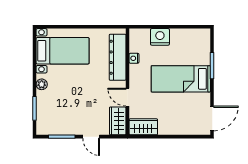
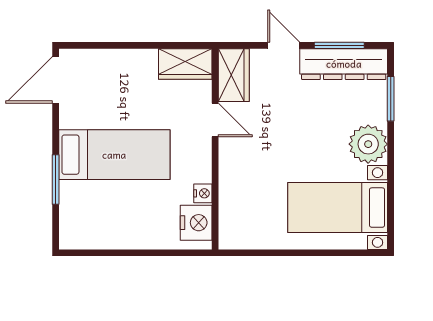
nightstand: (160, 37) -> (196, 223), moved, turned -90
dresser: (118, 57) -> (344, 64), moved, turned 90
plant: (42, 84) -> (368, 144), width x1.87, depth x1.87

